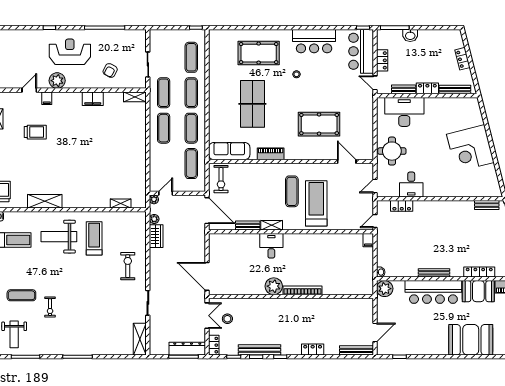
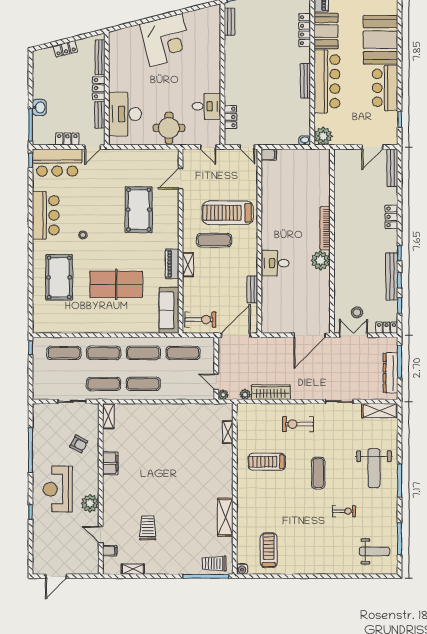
filing cabinet: (47, 98) -> (110, 551), moved
shelving: (272, 225) -> (188, 265), moved
wardrobe: (156, 236) -> (271, 392), width x1.50
weight bench: (59, 237) -> (374, 468), moved
exercise mat: (21, 295) -> (318, 473), moved
door: (375, 332) -> (372, 147), swing flipped
bar counter: (428, 344) -> (385, 88), added
dresser: (187, 349) -> (390, 373), moved

